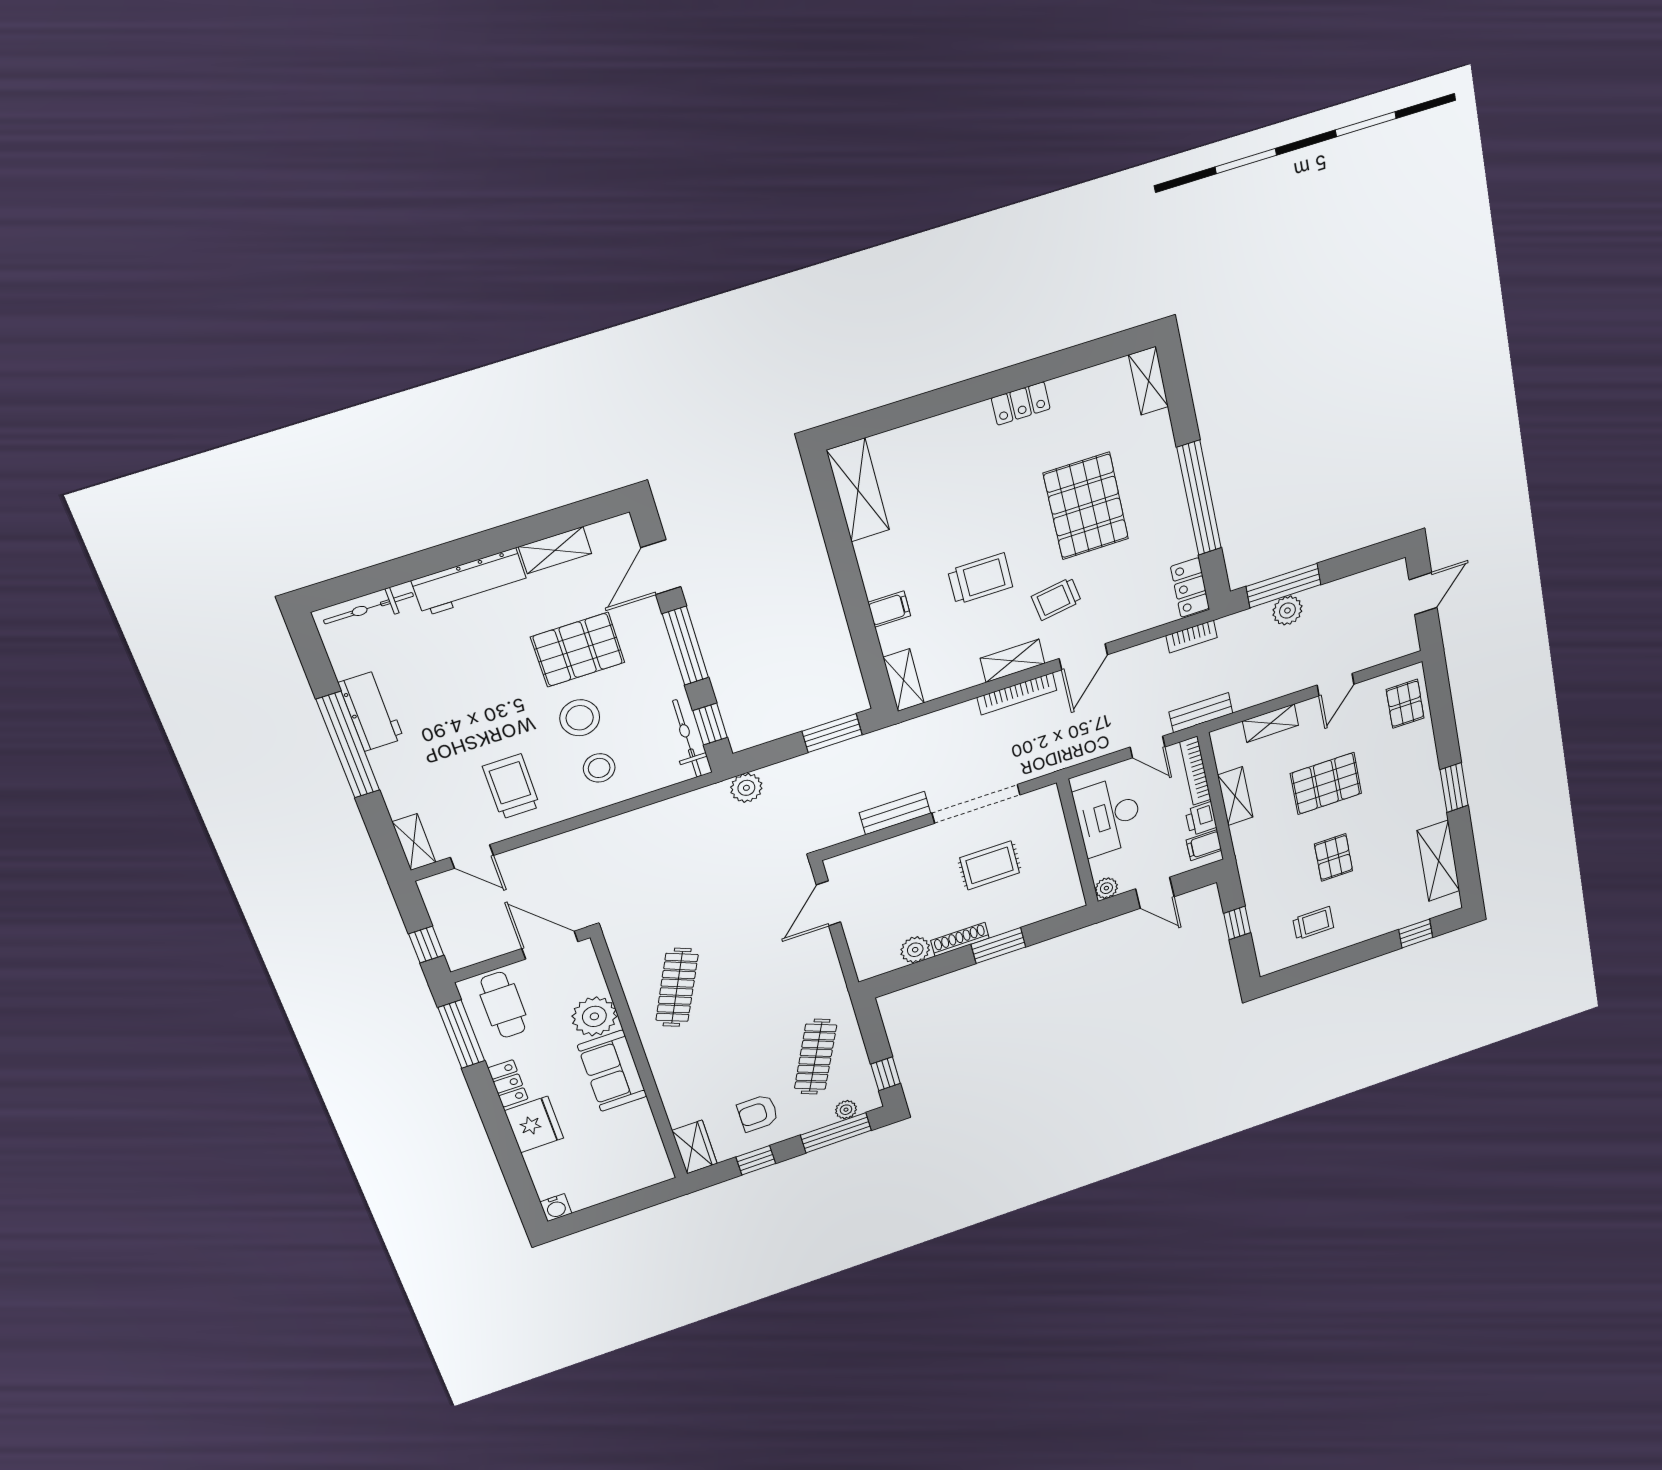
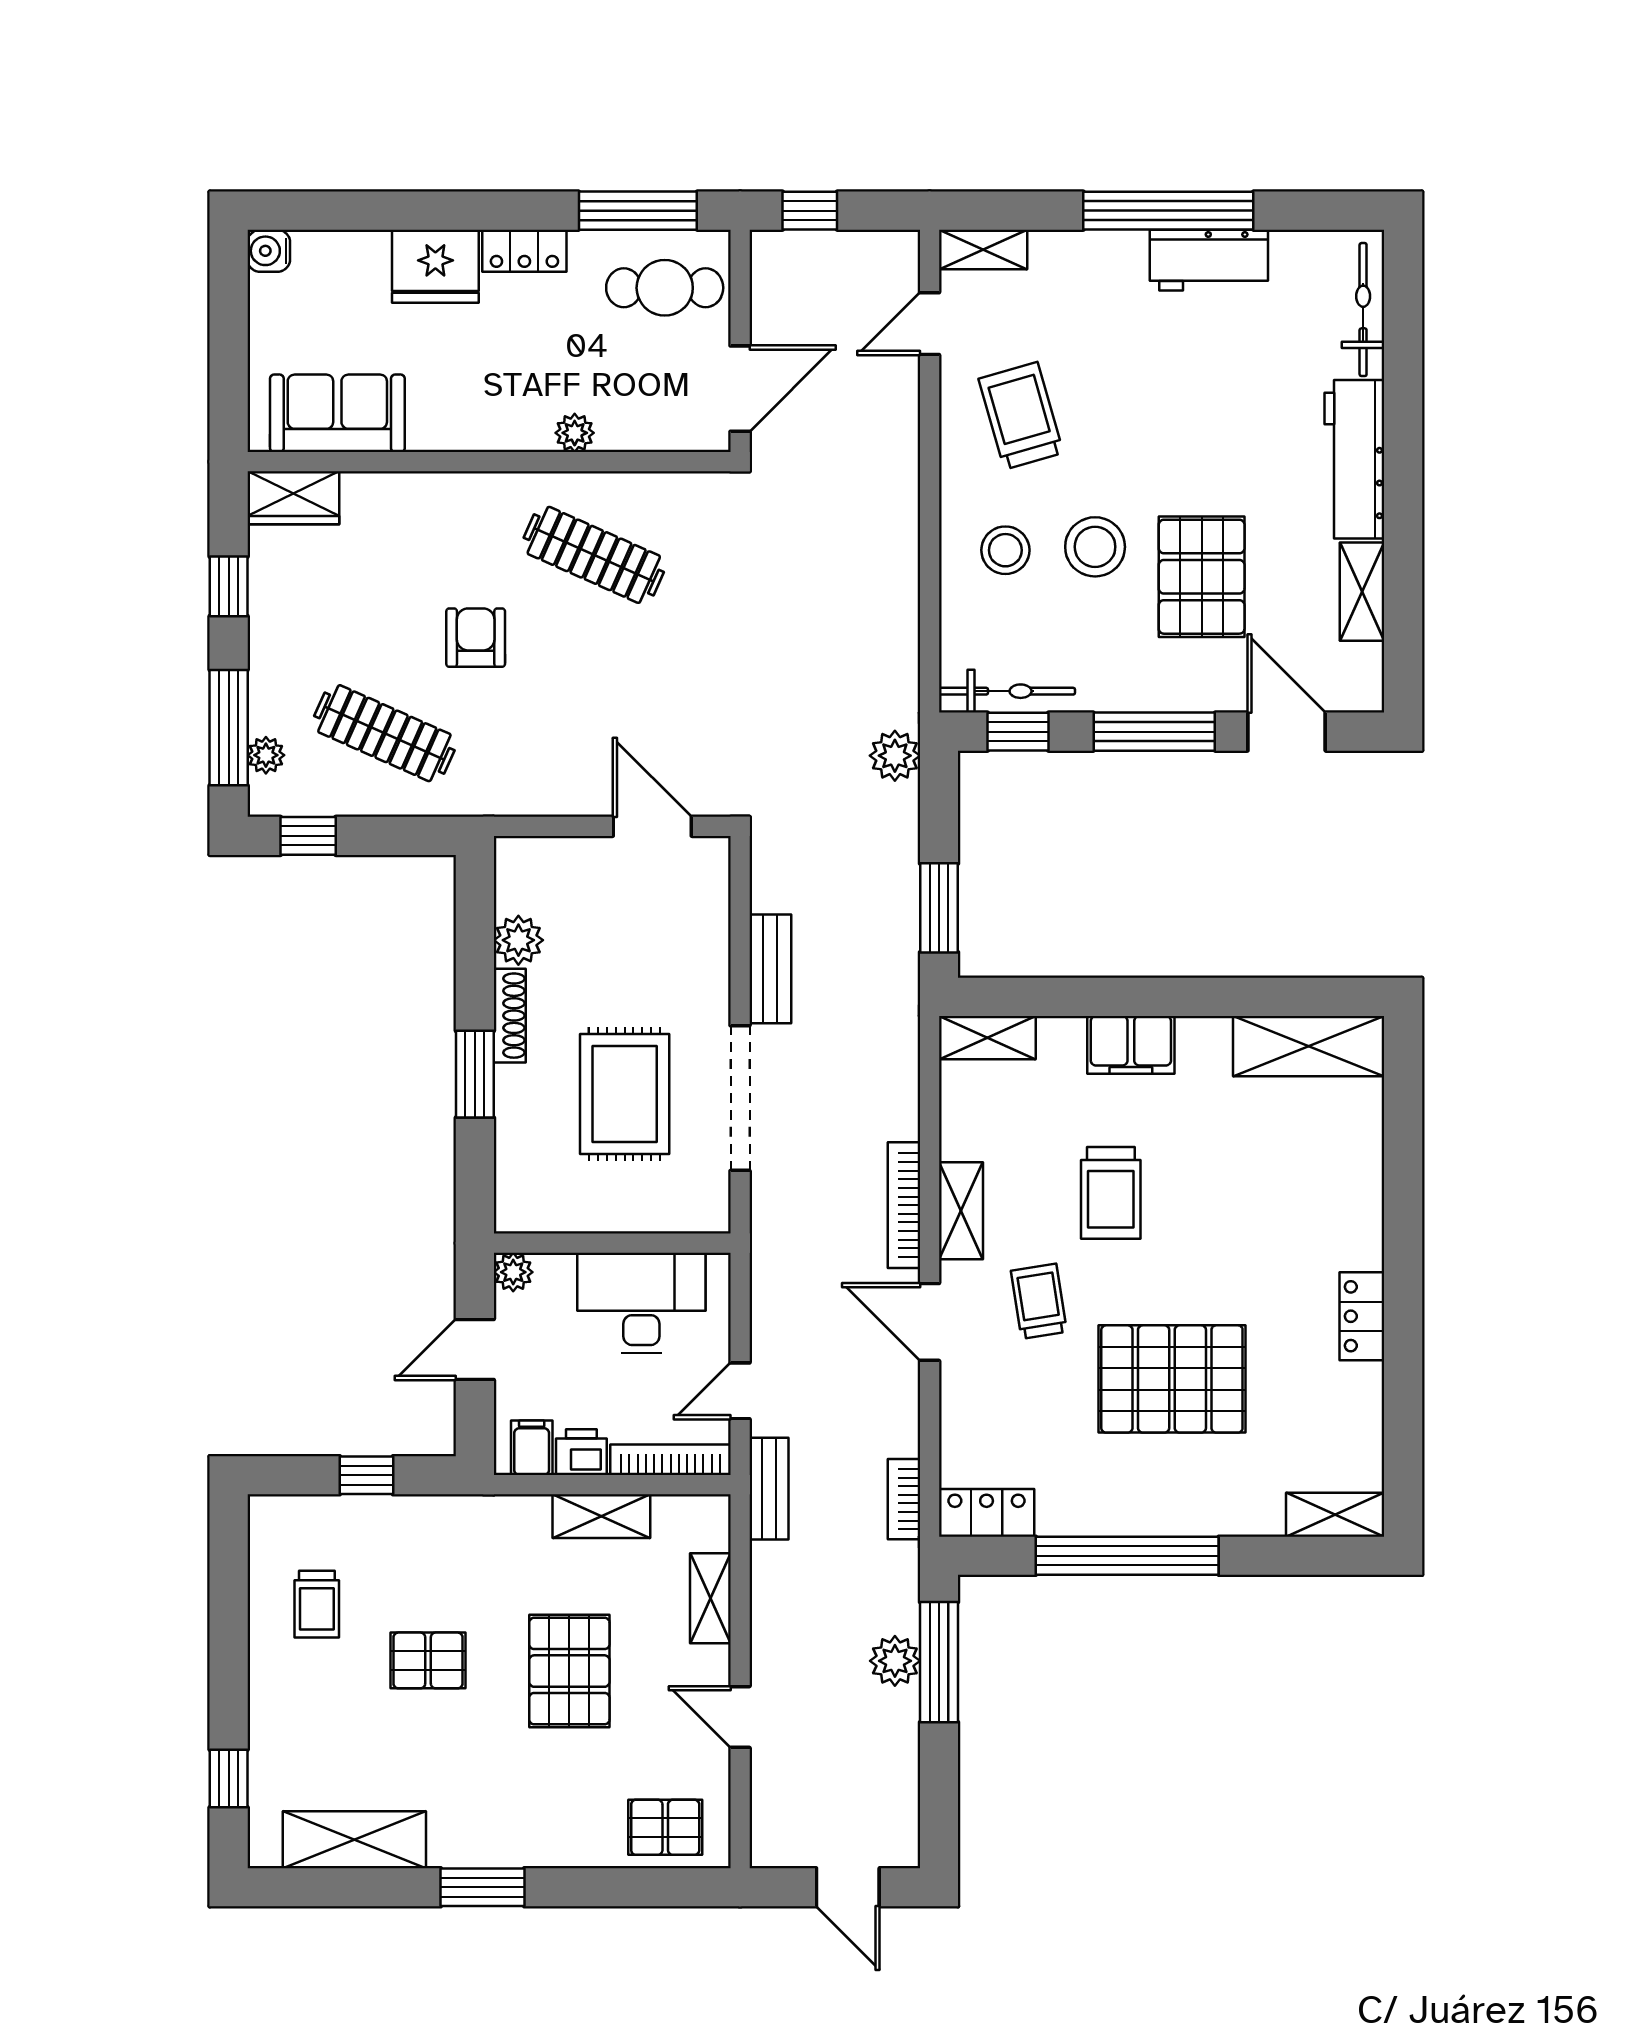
filing cabinet: (889, 609) -> (1131, 1045), width x2.00
trolley: (511, 787) -> (1021, 416), turned -106
rug: (990, 865) -> (625, 1094), width x1.36, depth x1.43
plant: (594, 1016) -> (575, 433), width x0.53, depth x0.53
sofa: (612, 1071) -> (337, 413), moved
armchair: (758, 1113) -> (476, 638), moved

